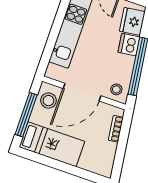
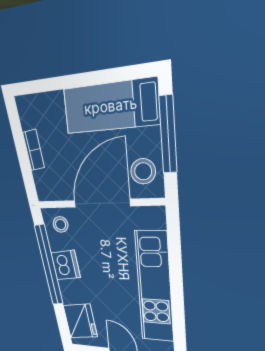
dishwasher: (129, 45) -> (66, 265), moved
bookcase: (116, 129) -> (33, 150), moved

